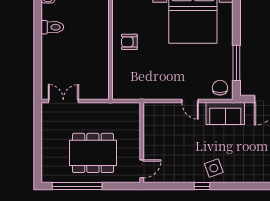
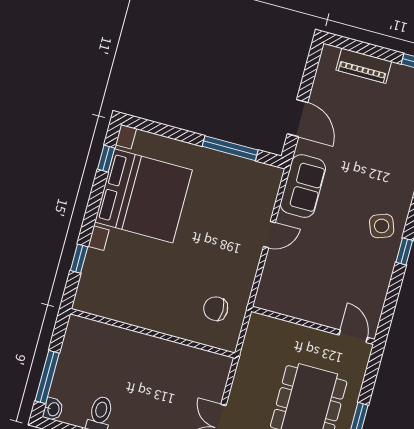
armchair: (129, 42) -> (154, 303), removed
chair: (220, 88) -> (216, 309), moved

